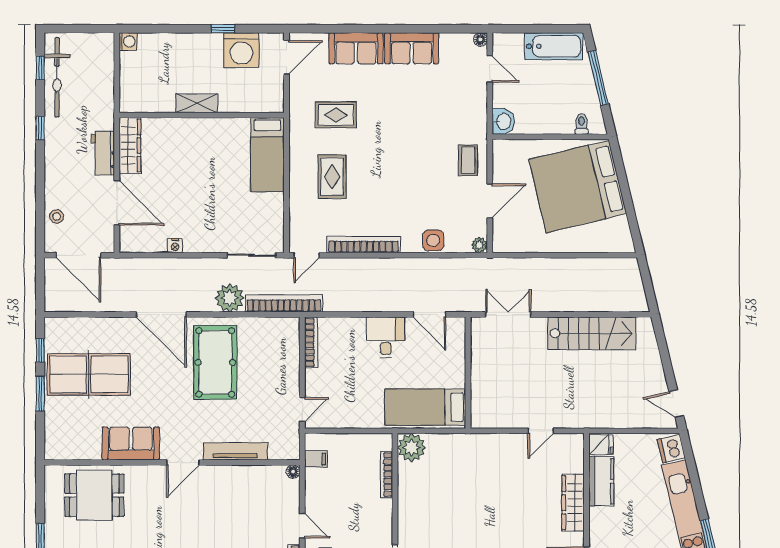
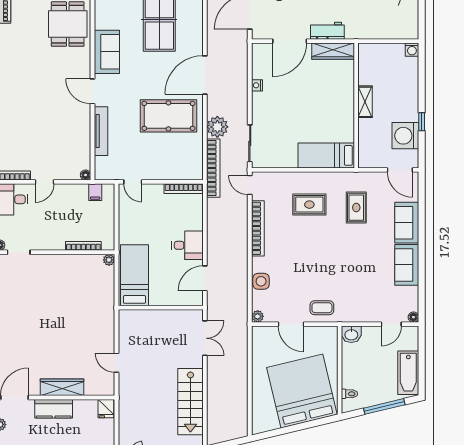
plant: (412, 447) -> (109, 260), width x0.53, depth x0.53
kitchen counter: (601, 481) -> (54, 409), moved

